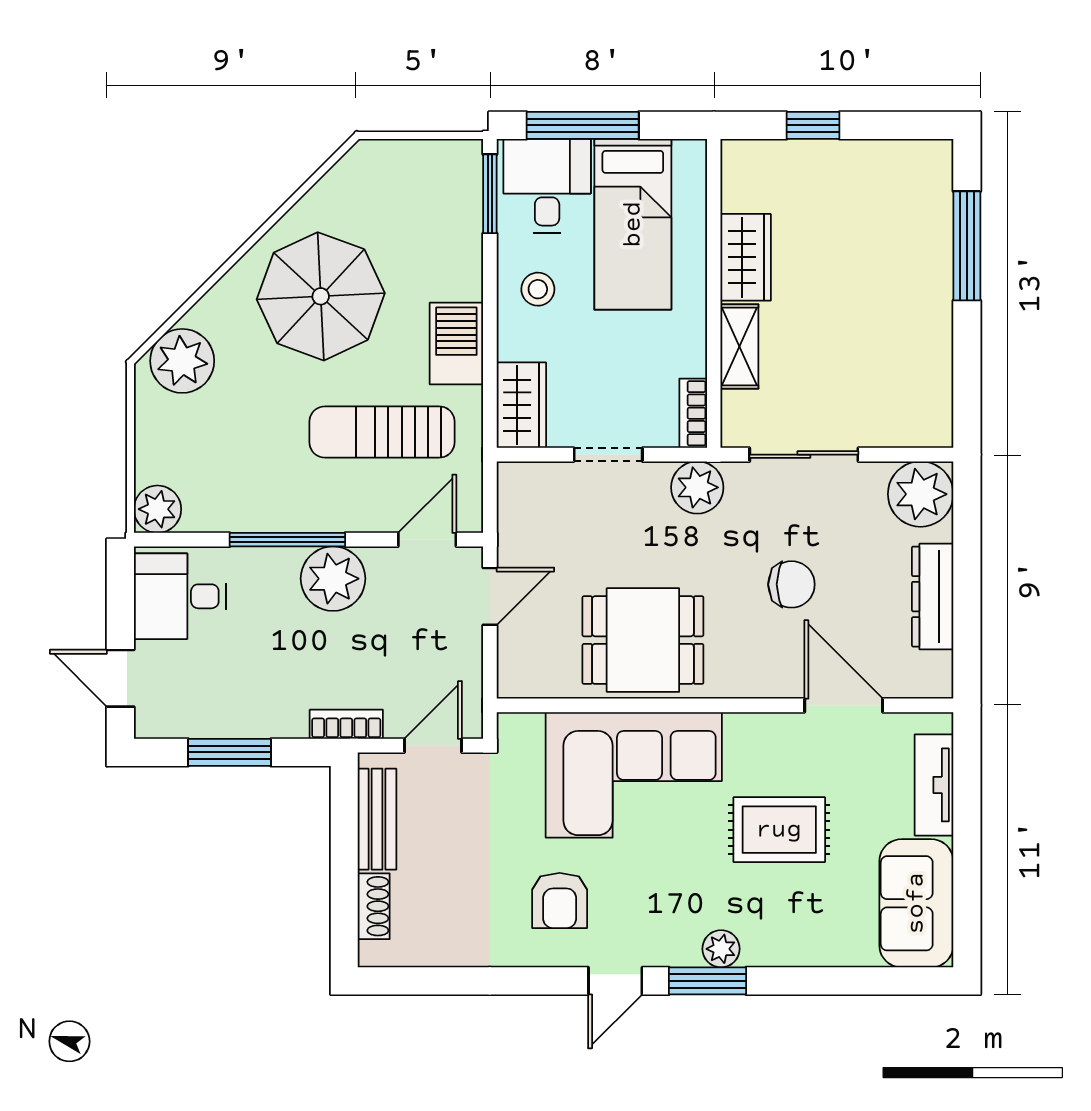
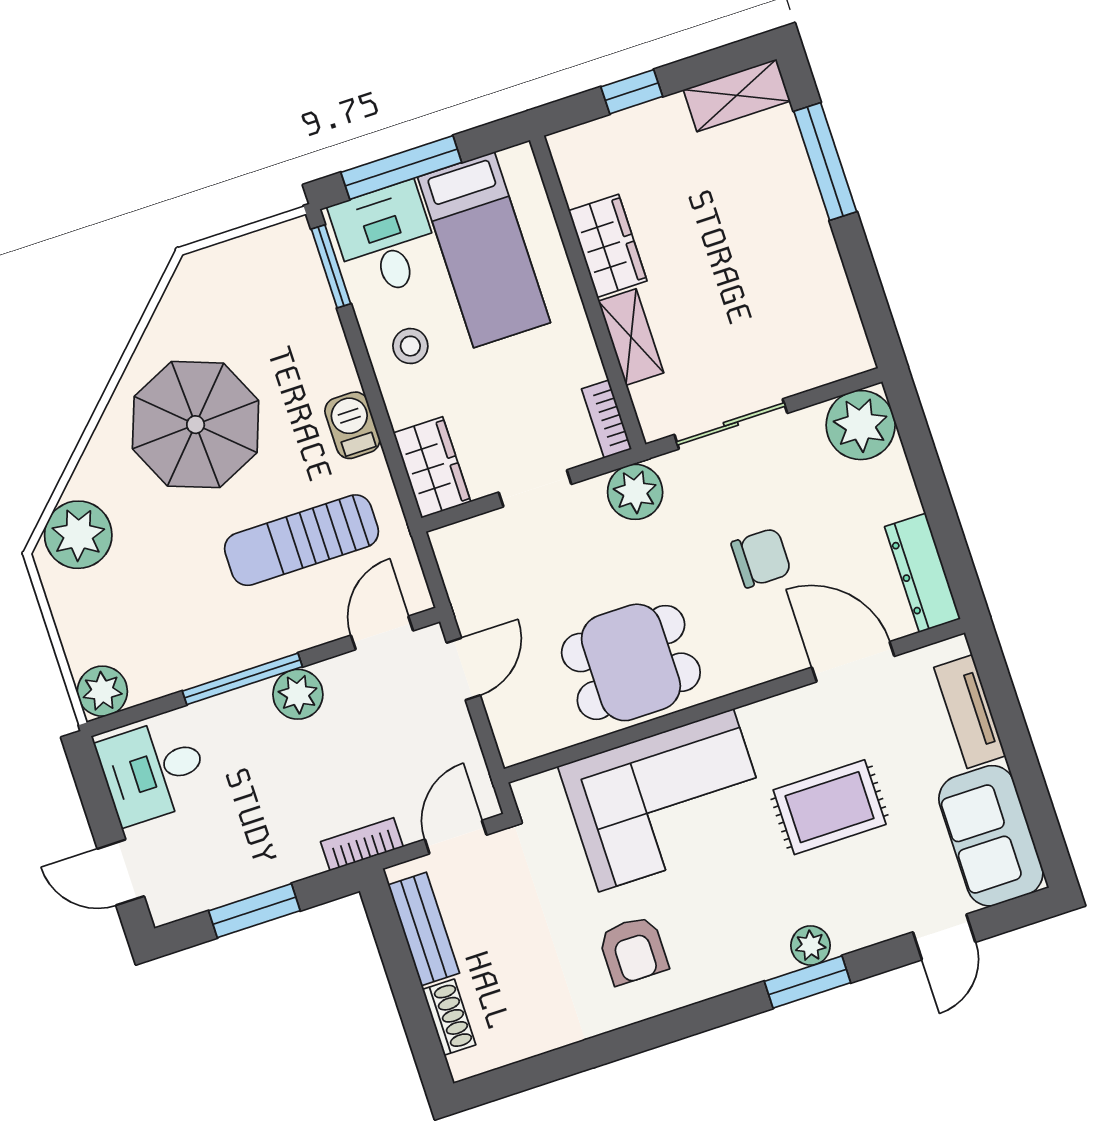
shelving: (907, 160) -> (737, 95), added
barbecue: (456, 343) -> (352, 425), width x0.73, depth x0.79
plant: (333, 579) -> (298, 694), width x0.73, depth x0.73
dresser: (933, 597) -> (923, 573), moved
door: (615, 981) -> (944, 937), moved

